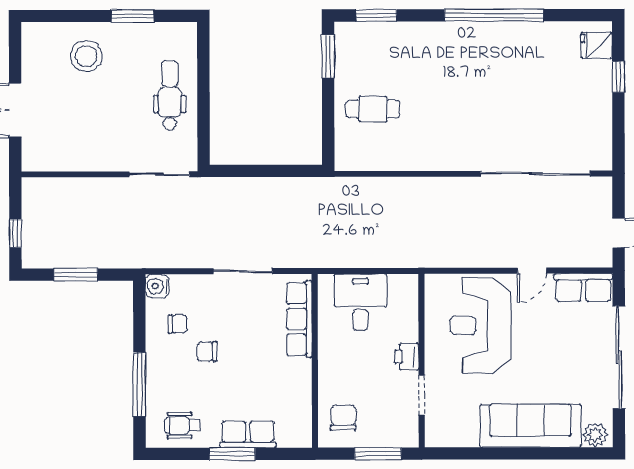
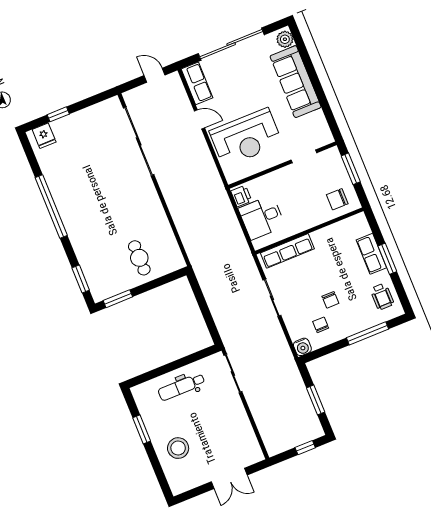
printer: (407, 357) -> (241, 196), moved, turned -90

